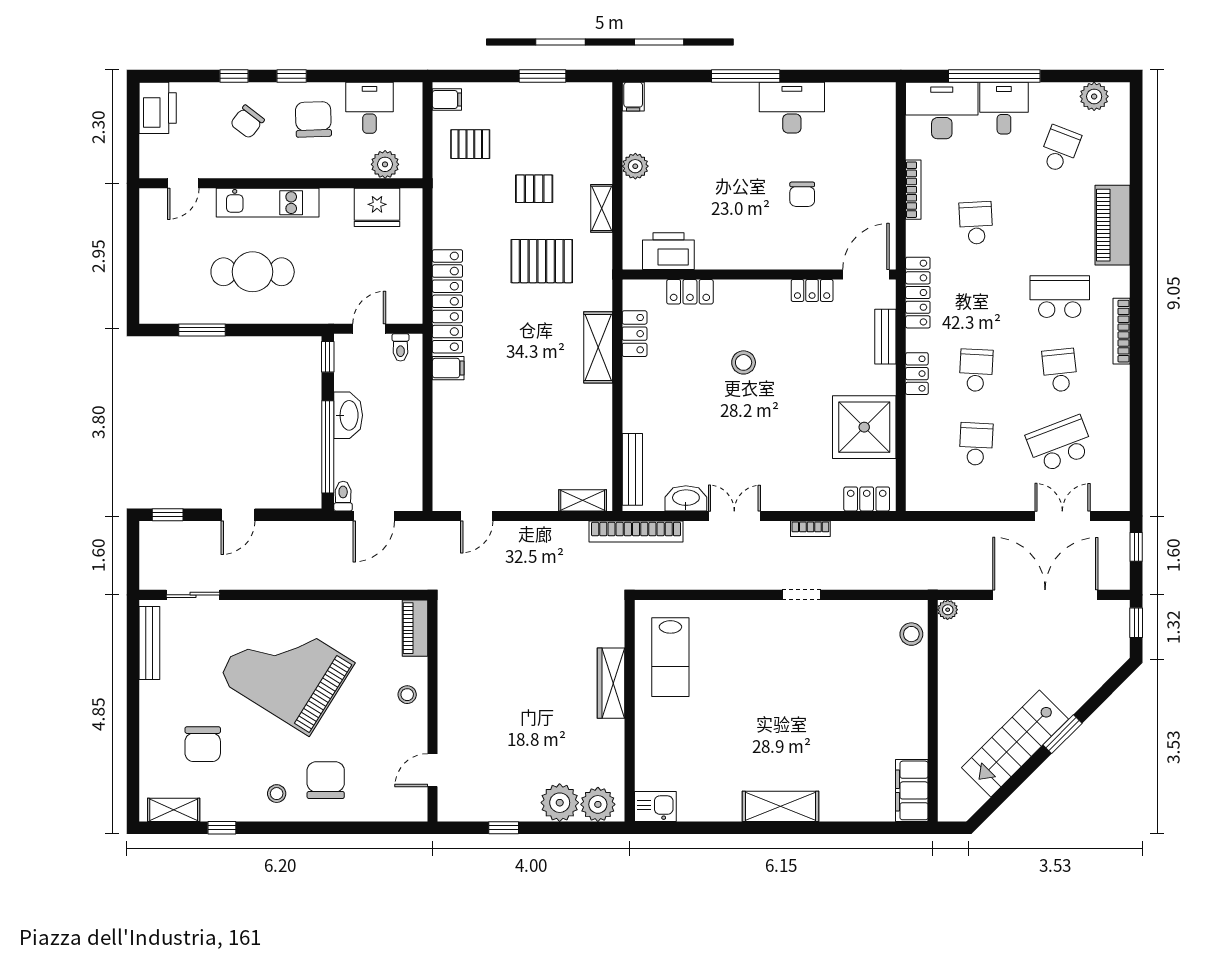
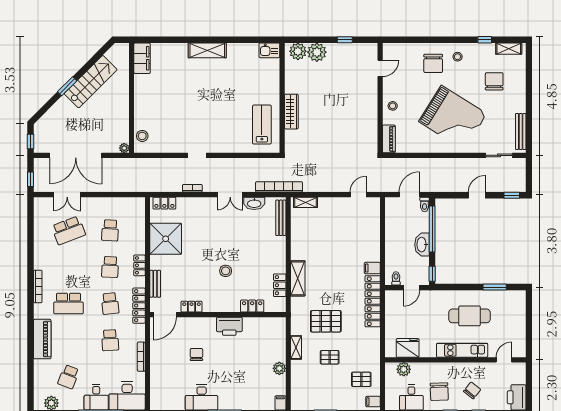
printer: (668, 251) -> (229, 326), moved
school desk: (1060, 370) -> (110, 304), moved

